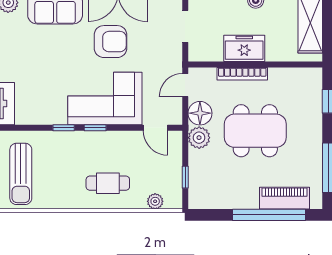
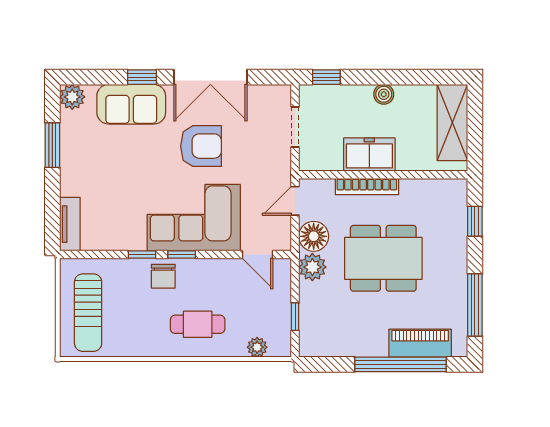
chair: (81, 145) -> (163, 276), added

